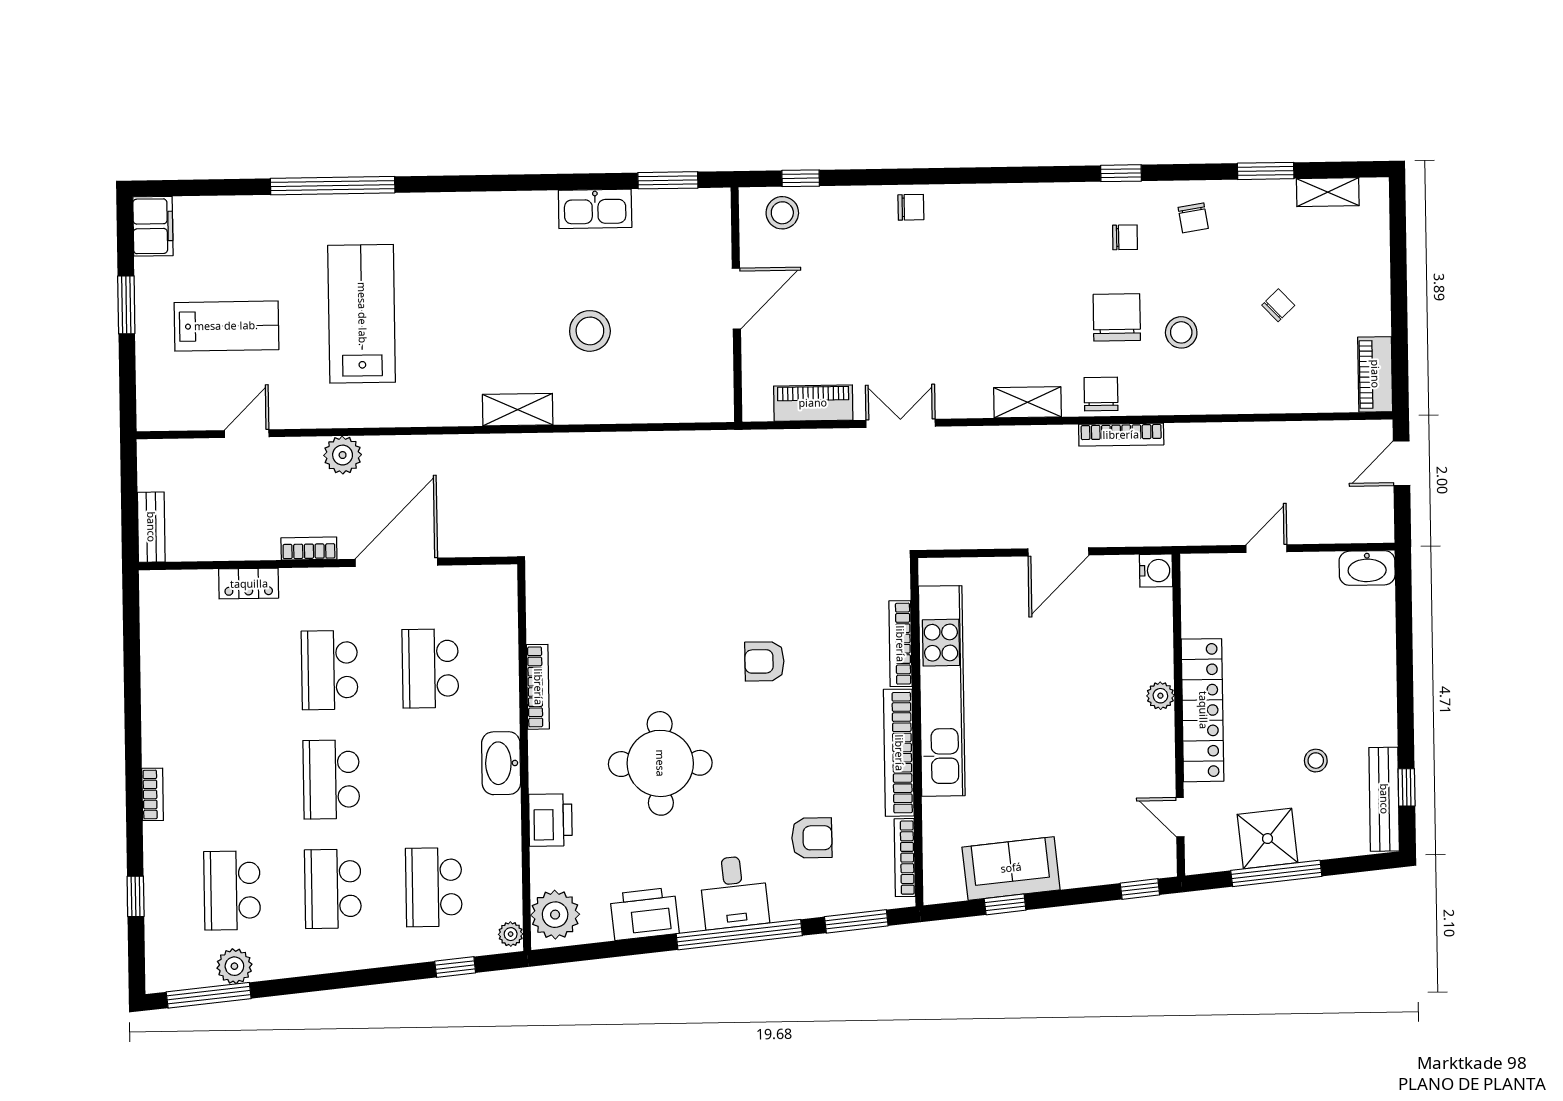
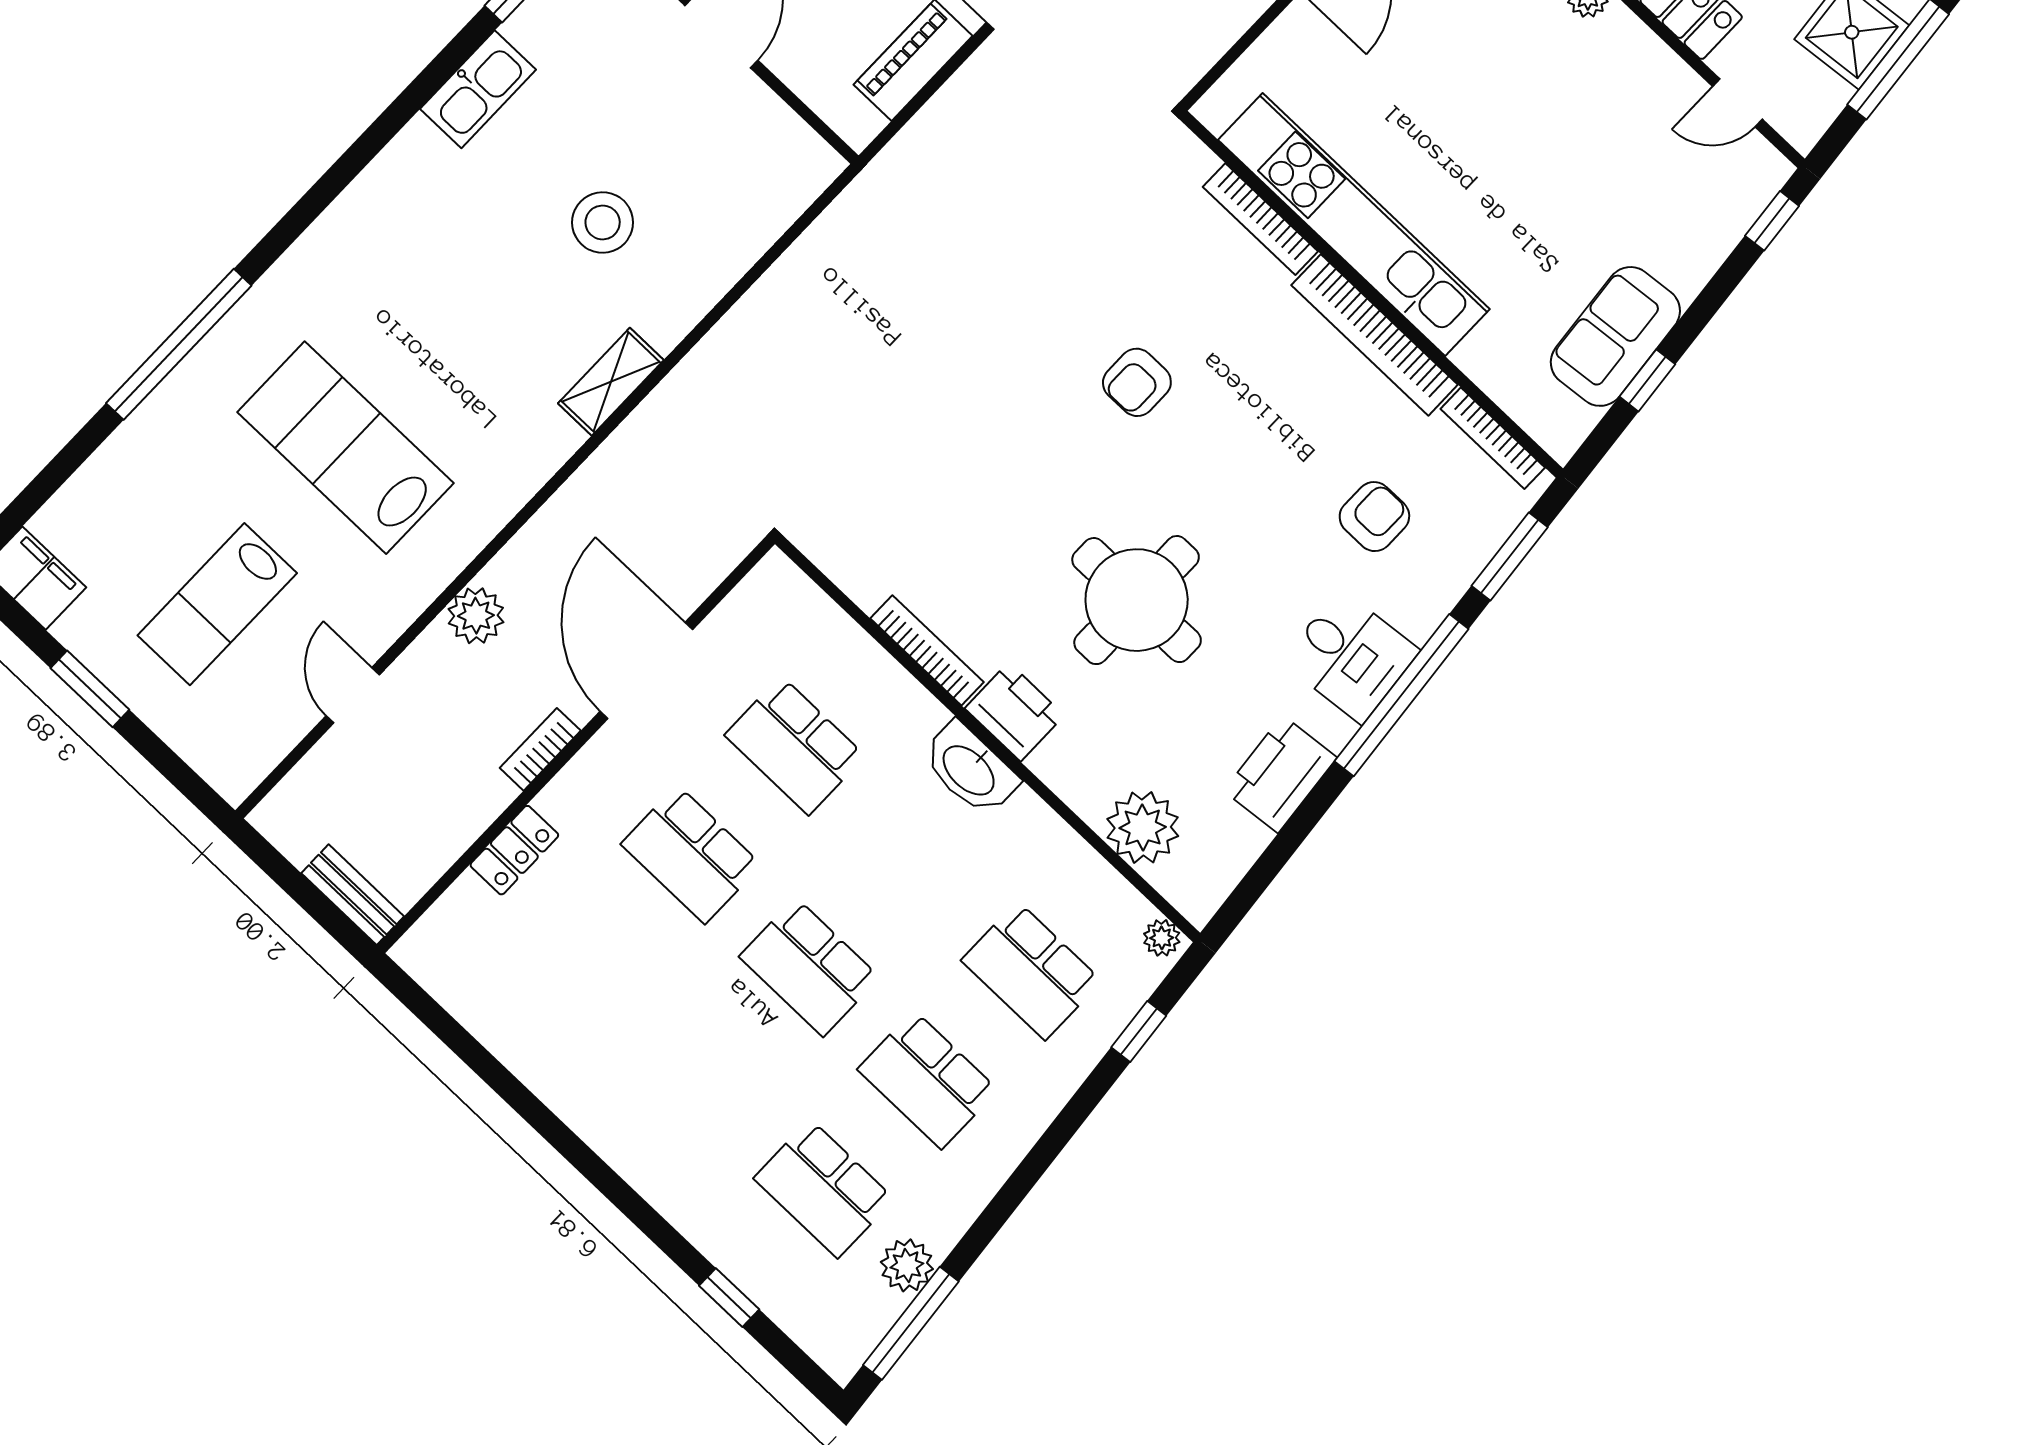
lab bench: (226, 326) -> (217, 604), turned 180
bookcase: (153, 794) -> (639, 1173), removed
printer: (551, 820) -> (1015, 712), moved
plant: (555, 915) -> (1143, 827), moved

